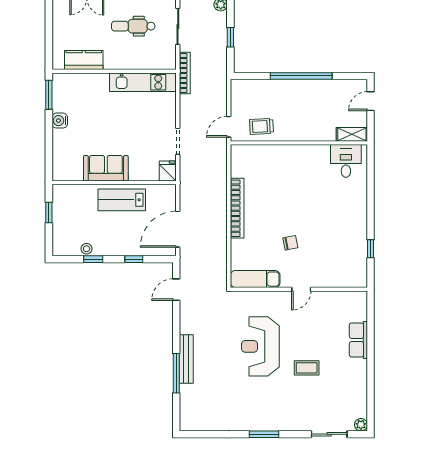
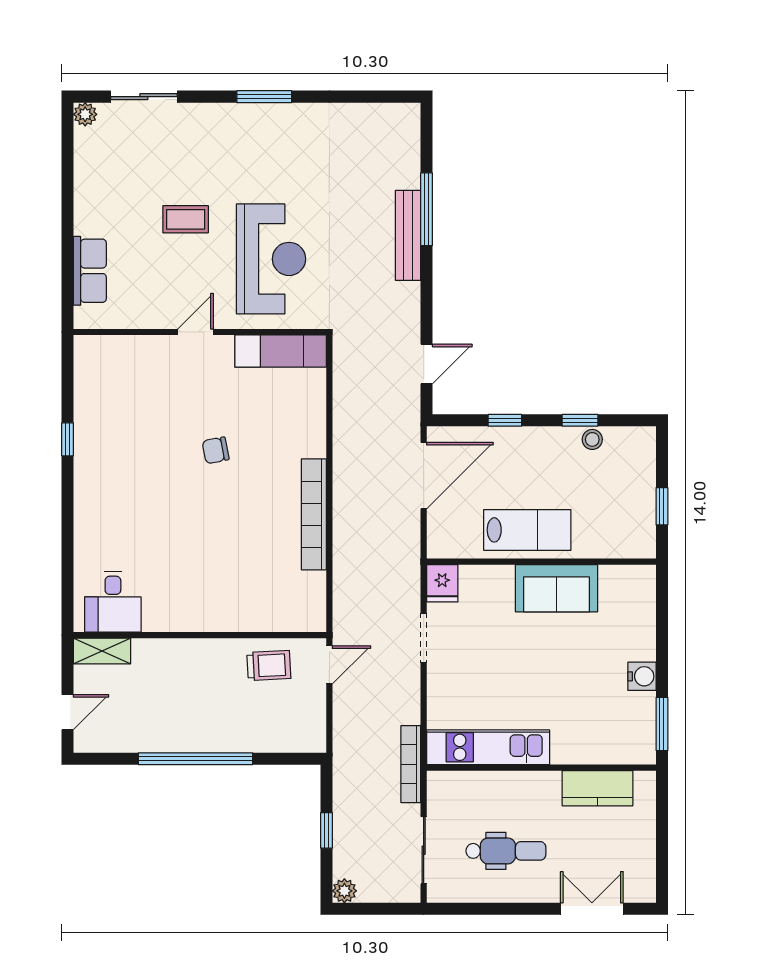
exam couch: (255, 279) -> (281, 351), moved
wall: (299, 289) -> (200, 332), moved
door: (301, 289) -> (195, 332), moved

